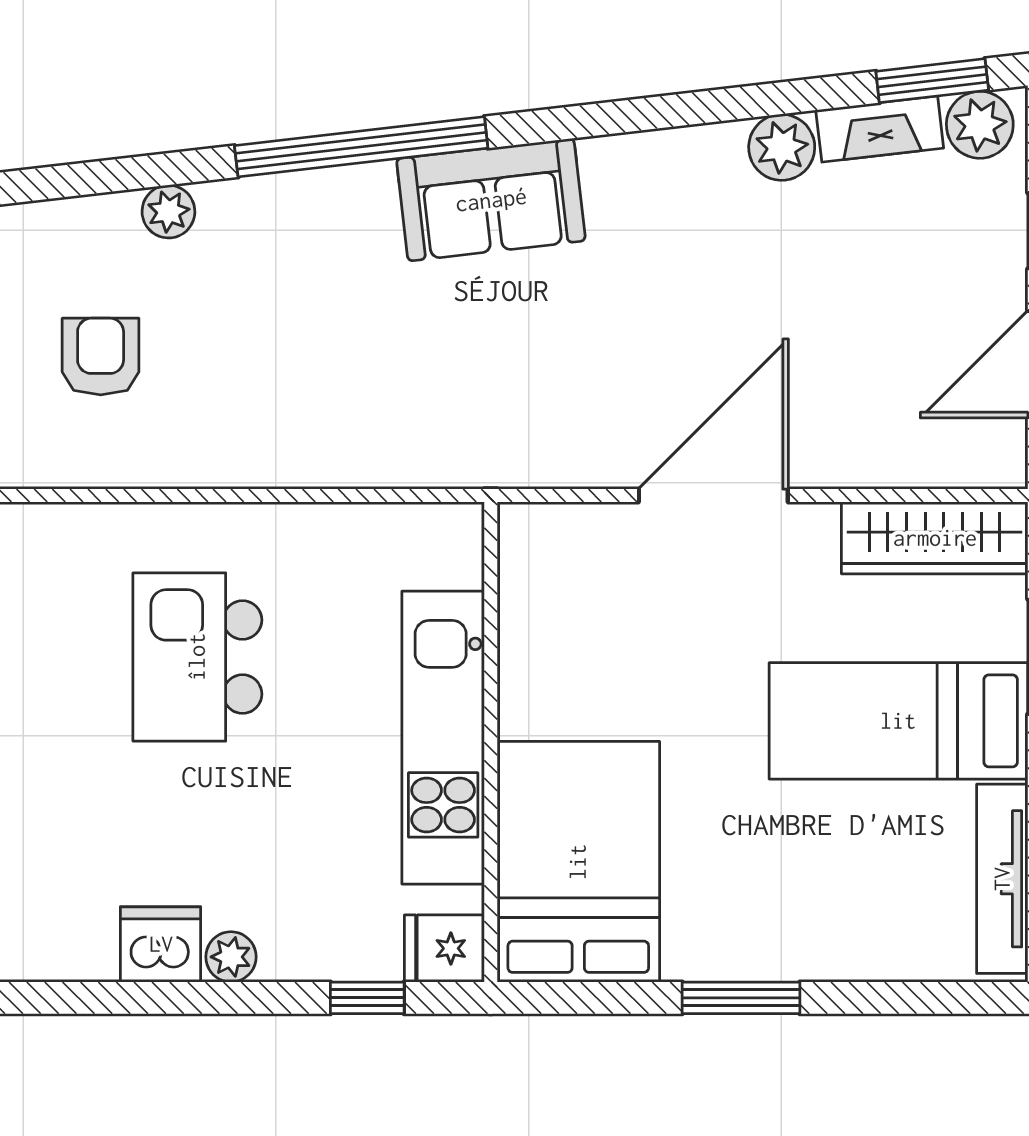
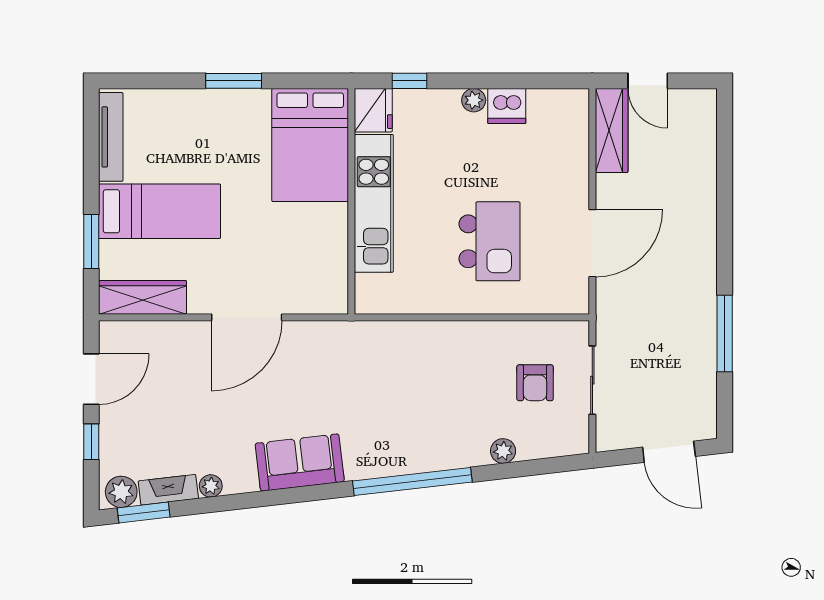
plant: (782, 147) -> (211, 486), width x0.73, depth x0.73
sofa: (491, 200) -> (300, 463), moved
fridge: (444, 948) -> (373, 110), width x1.38

